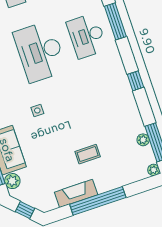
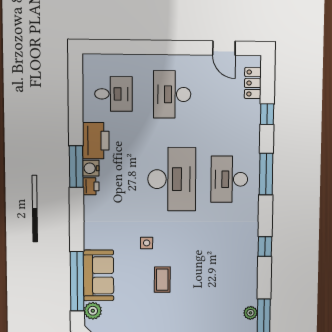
desk: (40, 52) -> (172, 179), turned 180
coffee table: (88, 154) -> (162, 280), moved, turned 90

